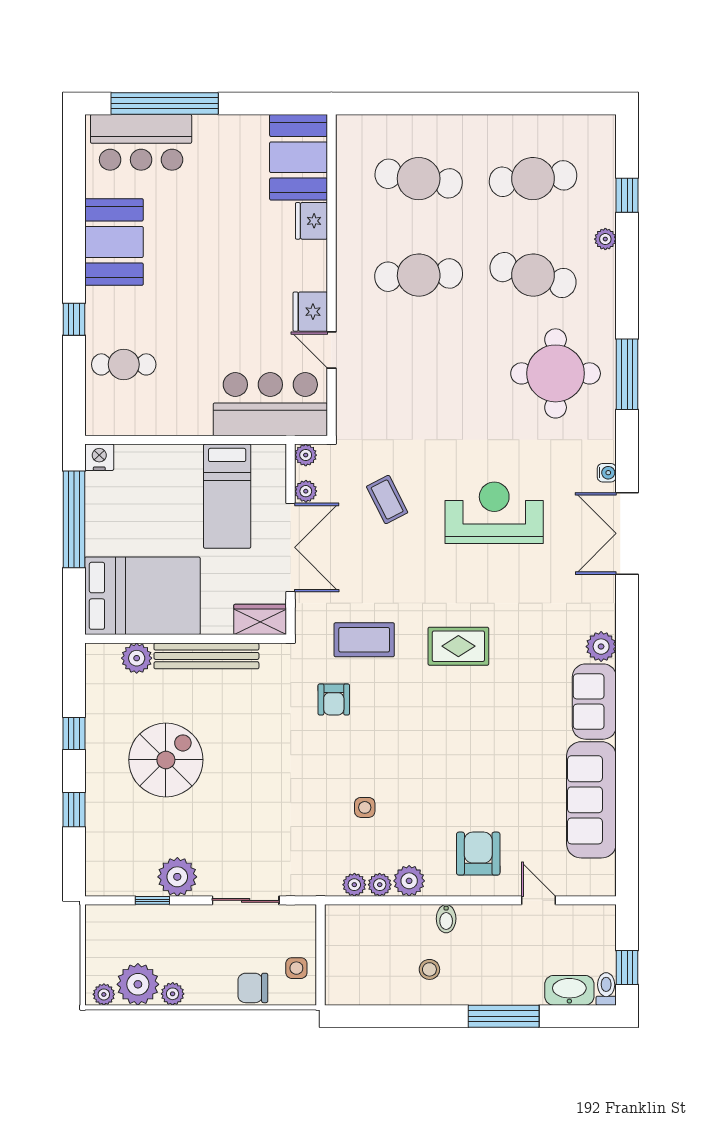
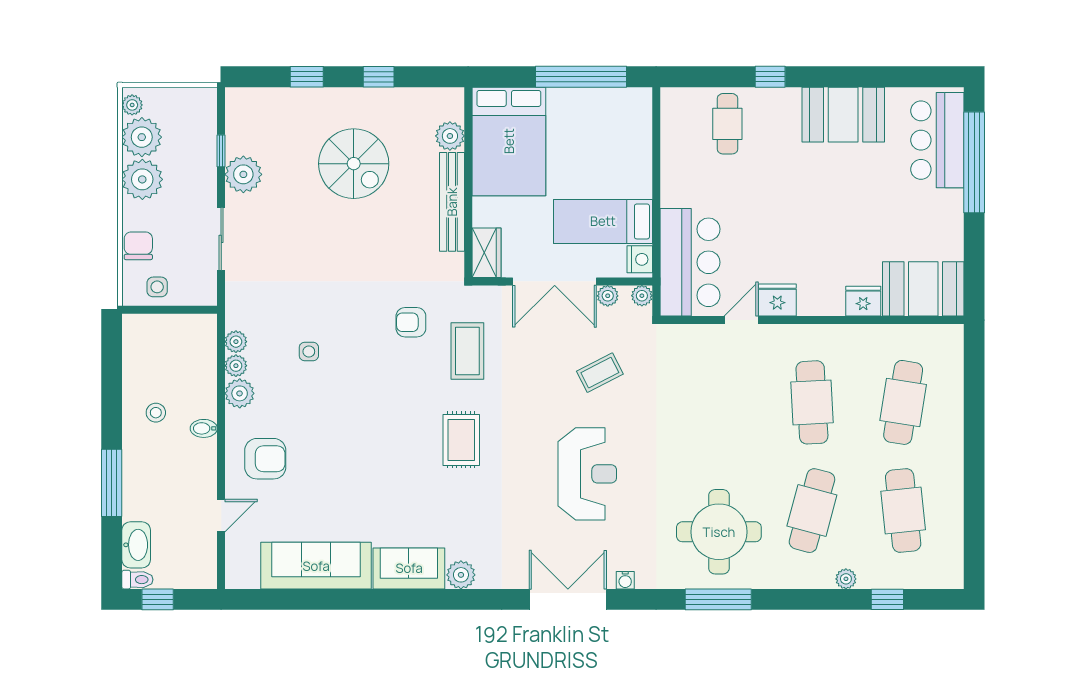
nightstand: (99, 457) -> (640, 259), moved
plant: (173, 994) -> (142, 179), width x1.87, depth x1.87

